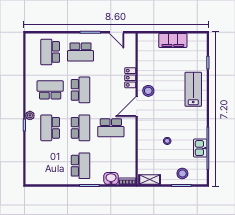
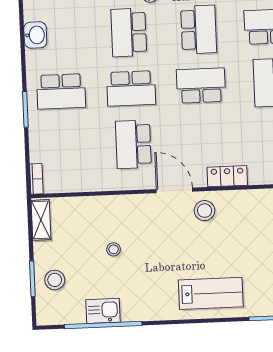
school desk: (80, 90) -> (201, 85), turned 180
school desk: (50, 128) -> (129, 32), turned -90
washbasin: (111, 178) -> (35, 35), moved

